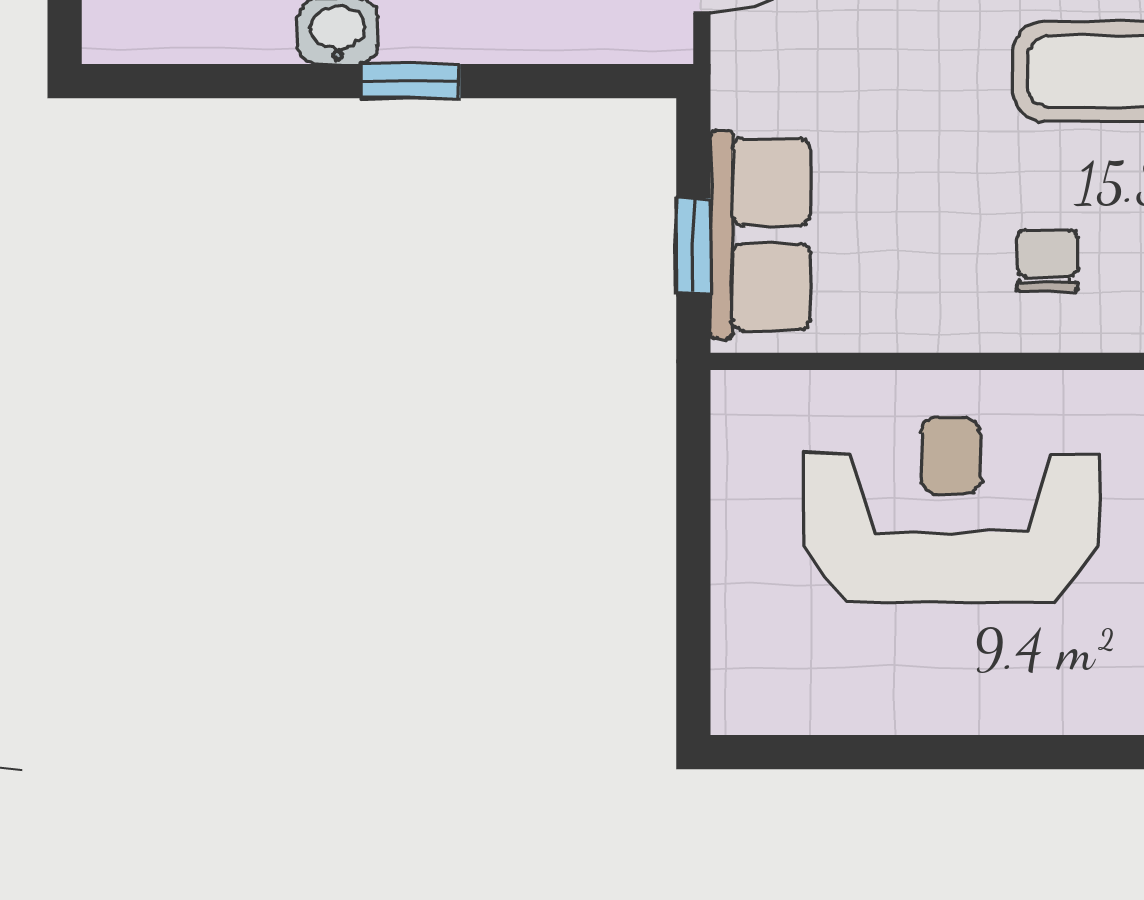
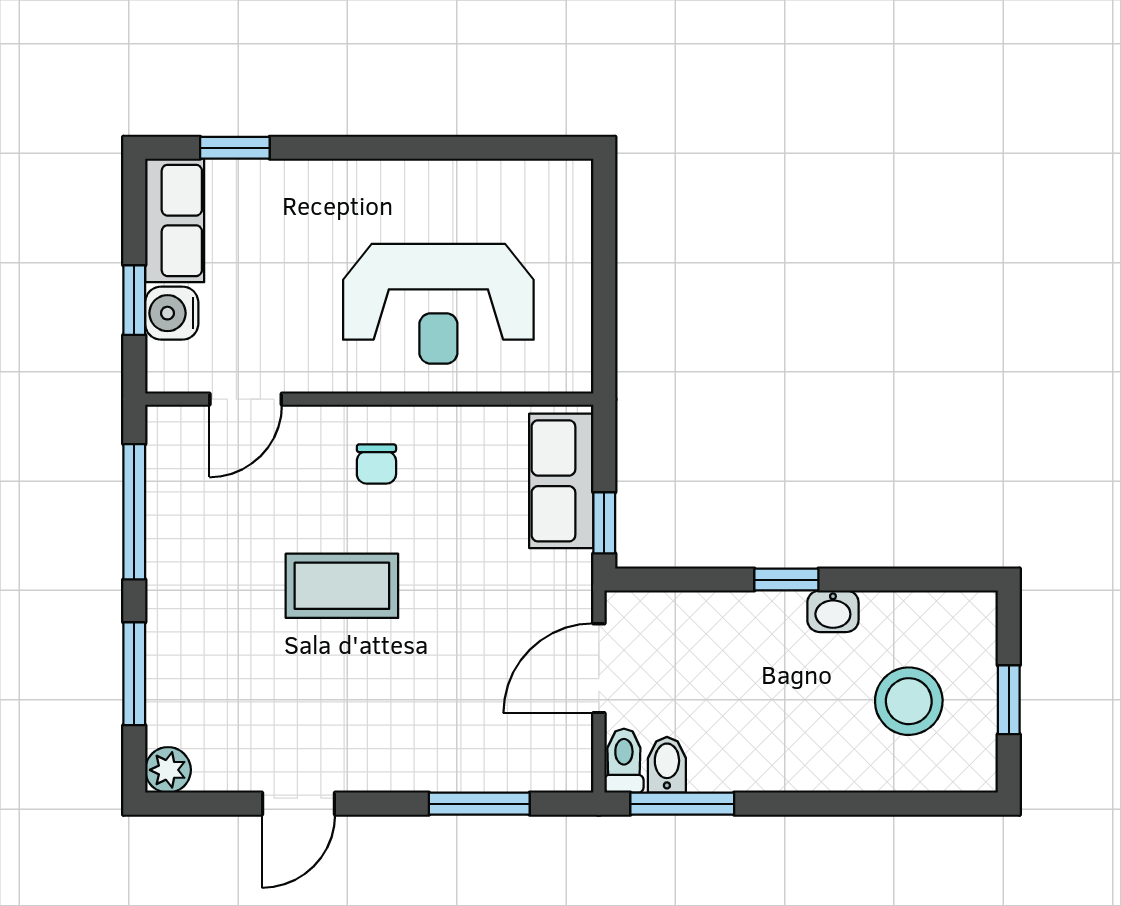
window: (693, 246) -> (604, 523), moved

